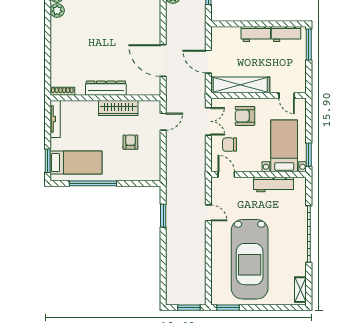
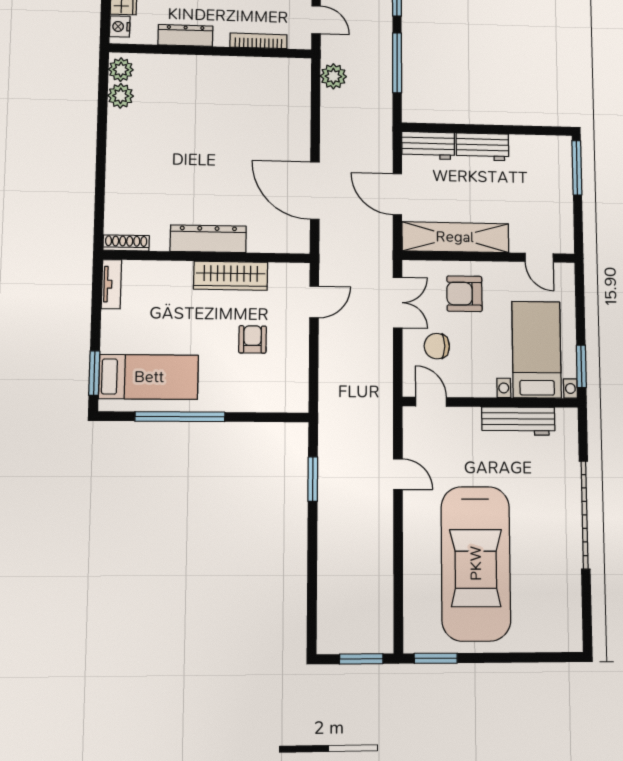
workbench: (286, 34) -> (428, 146), moved
tv unit: (55, 119) -> (111, 284), width x0.71
shelving: (300, 290) -> (572, 622), removed

